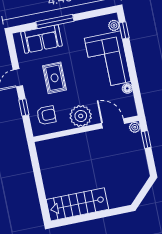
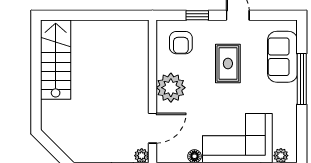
rug: (55, 78) -> (228, 63), turned 90

